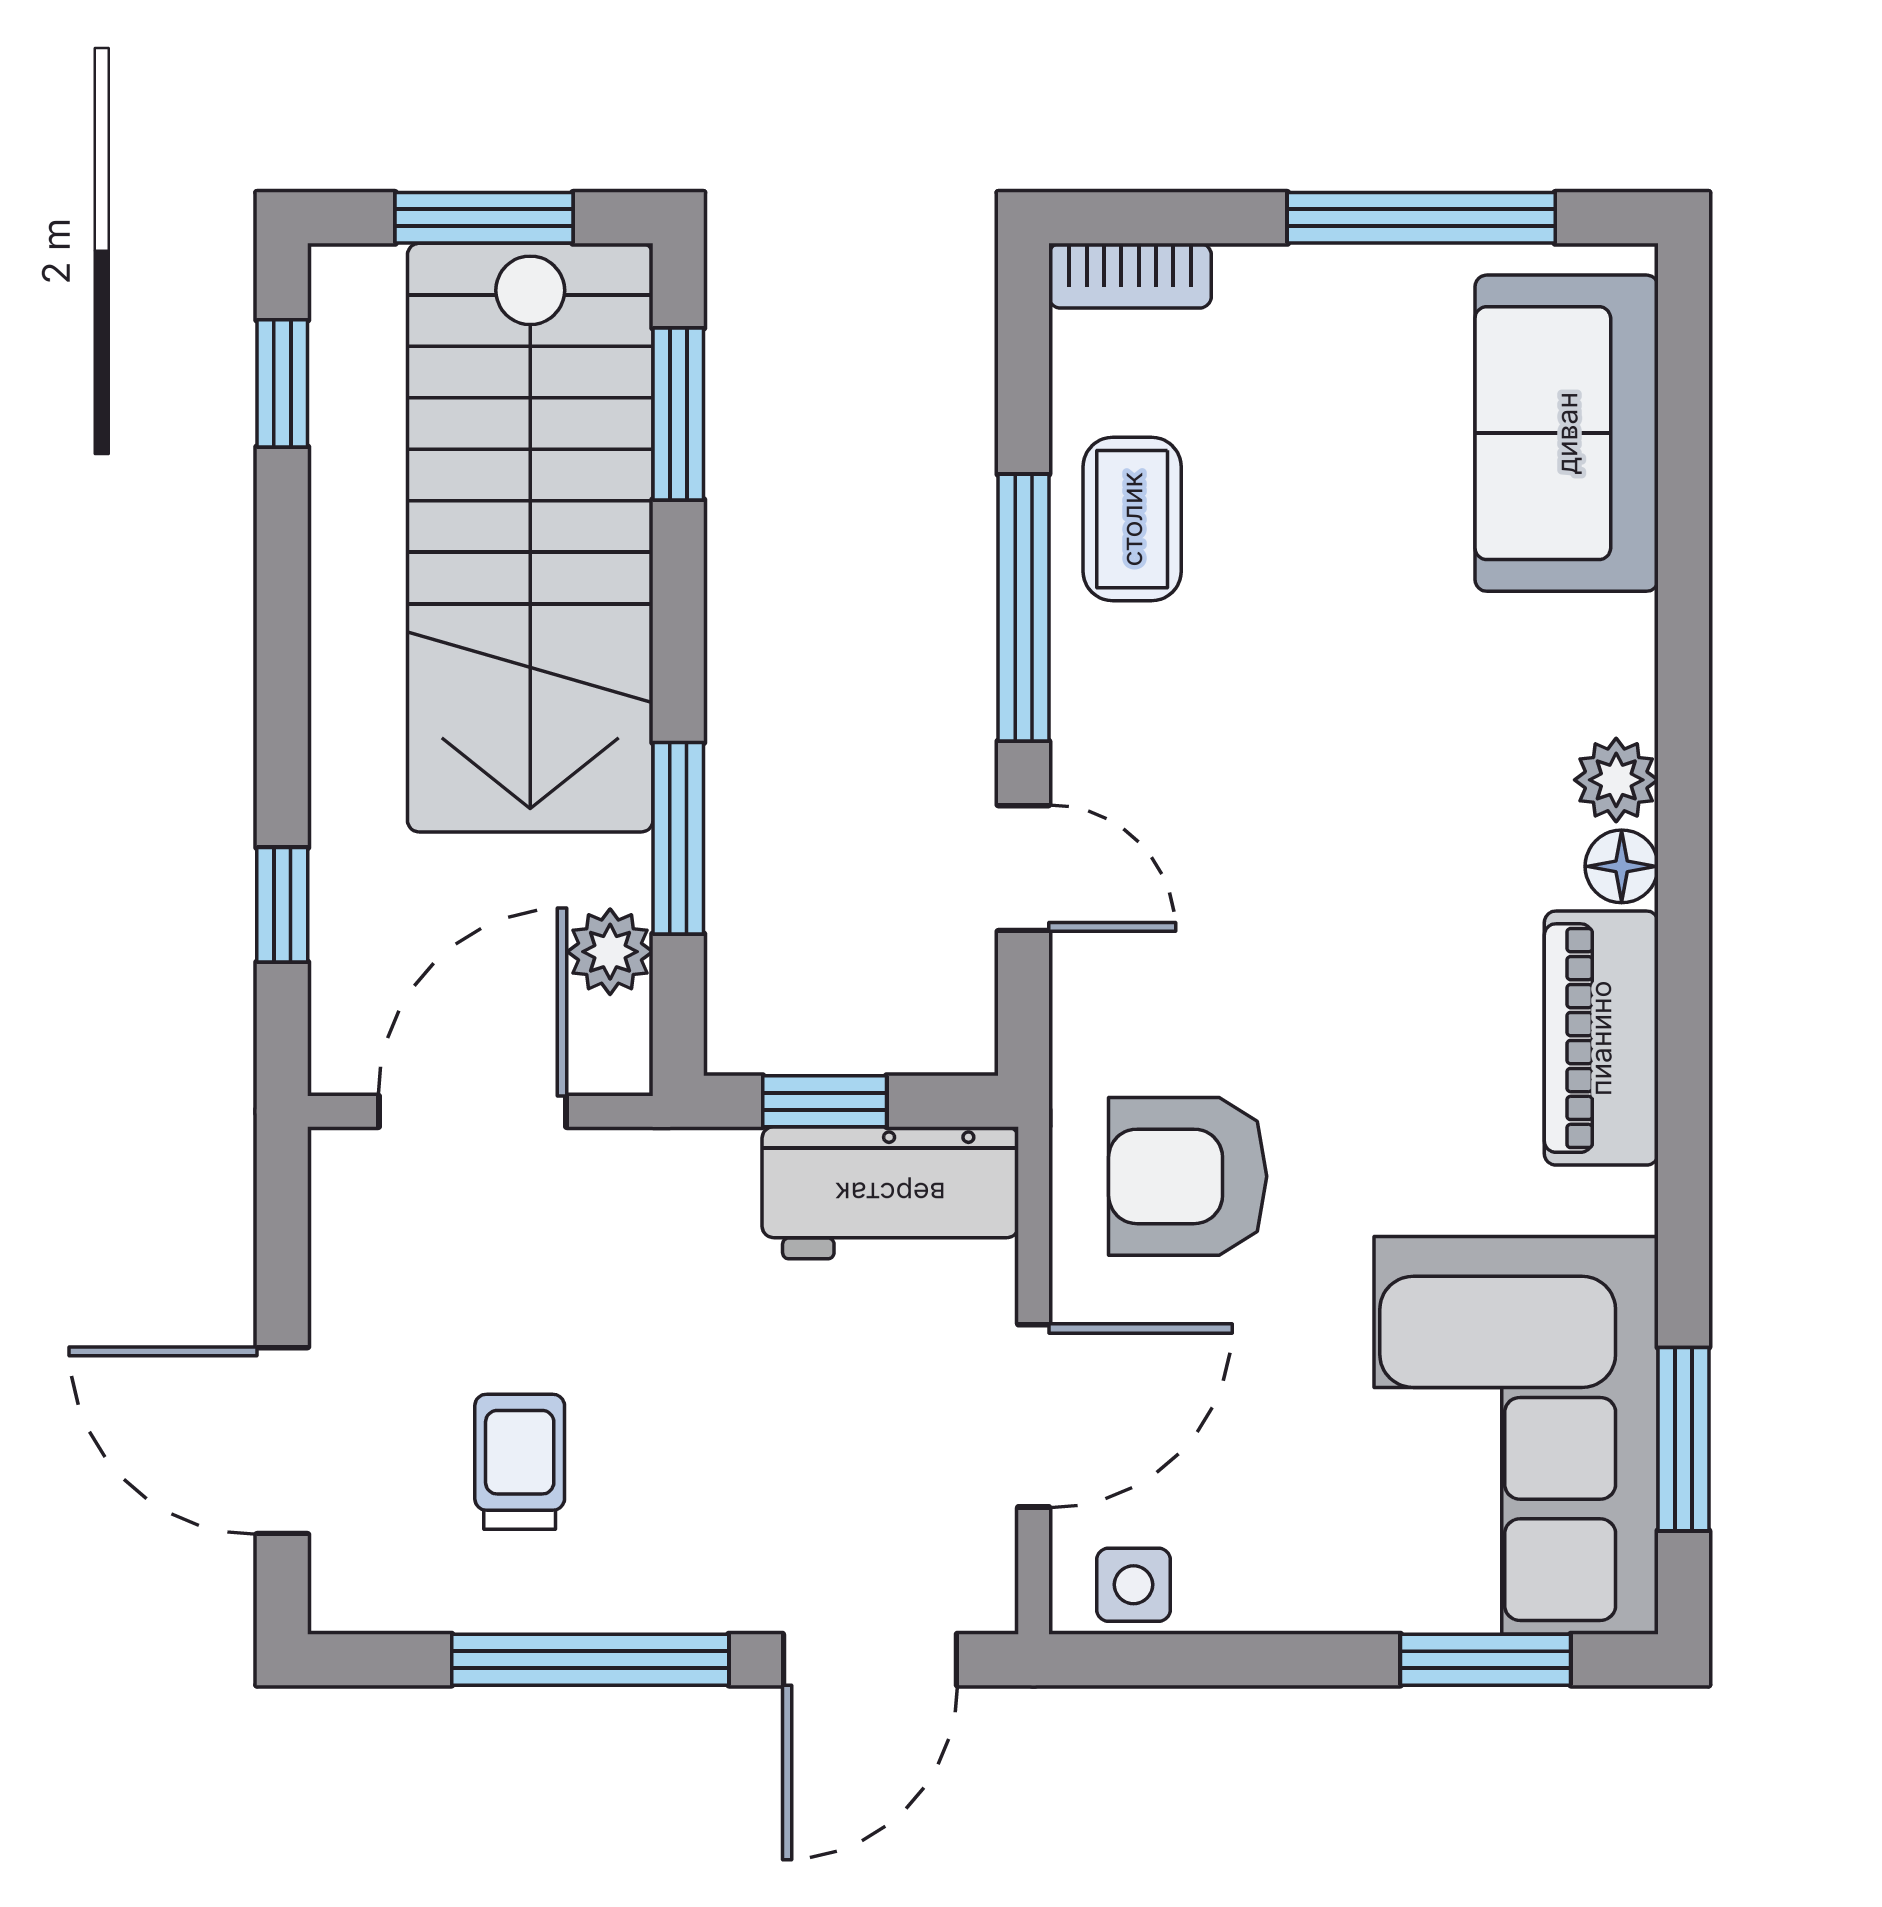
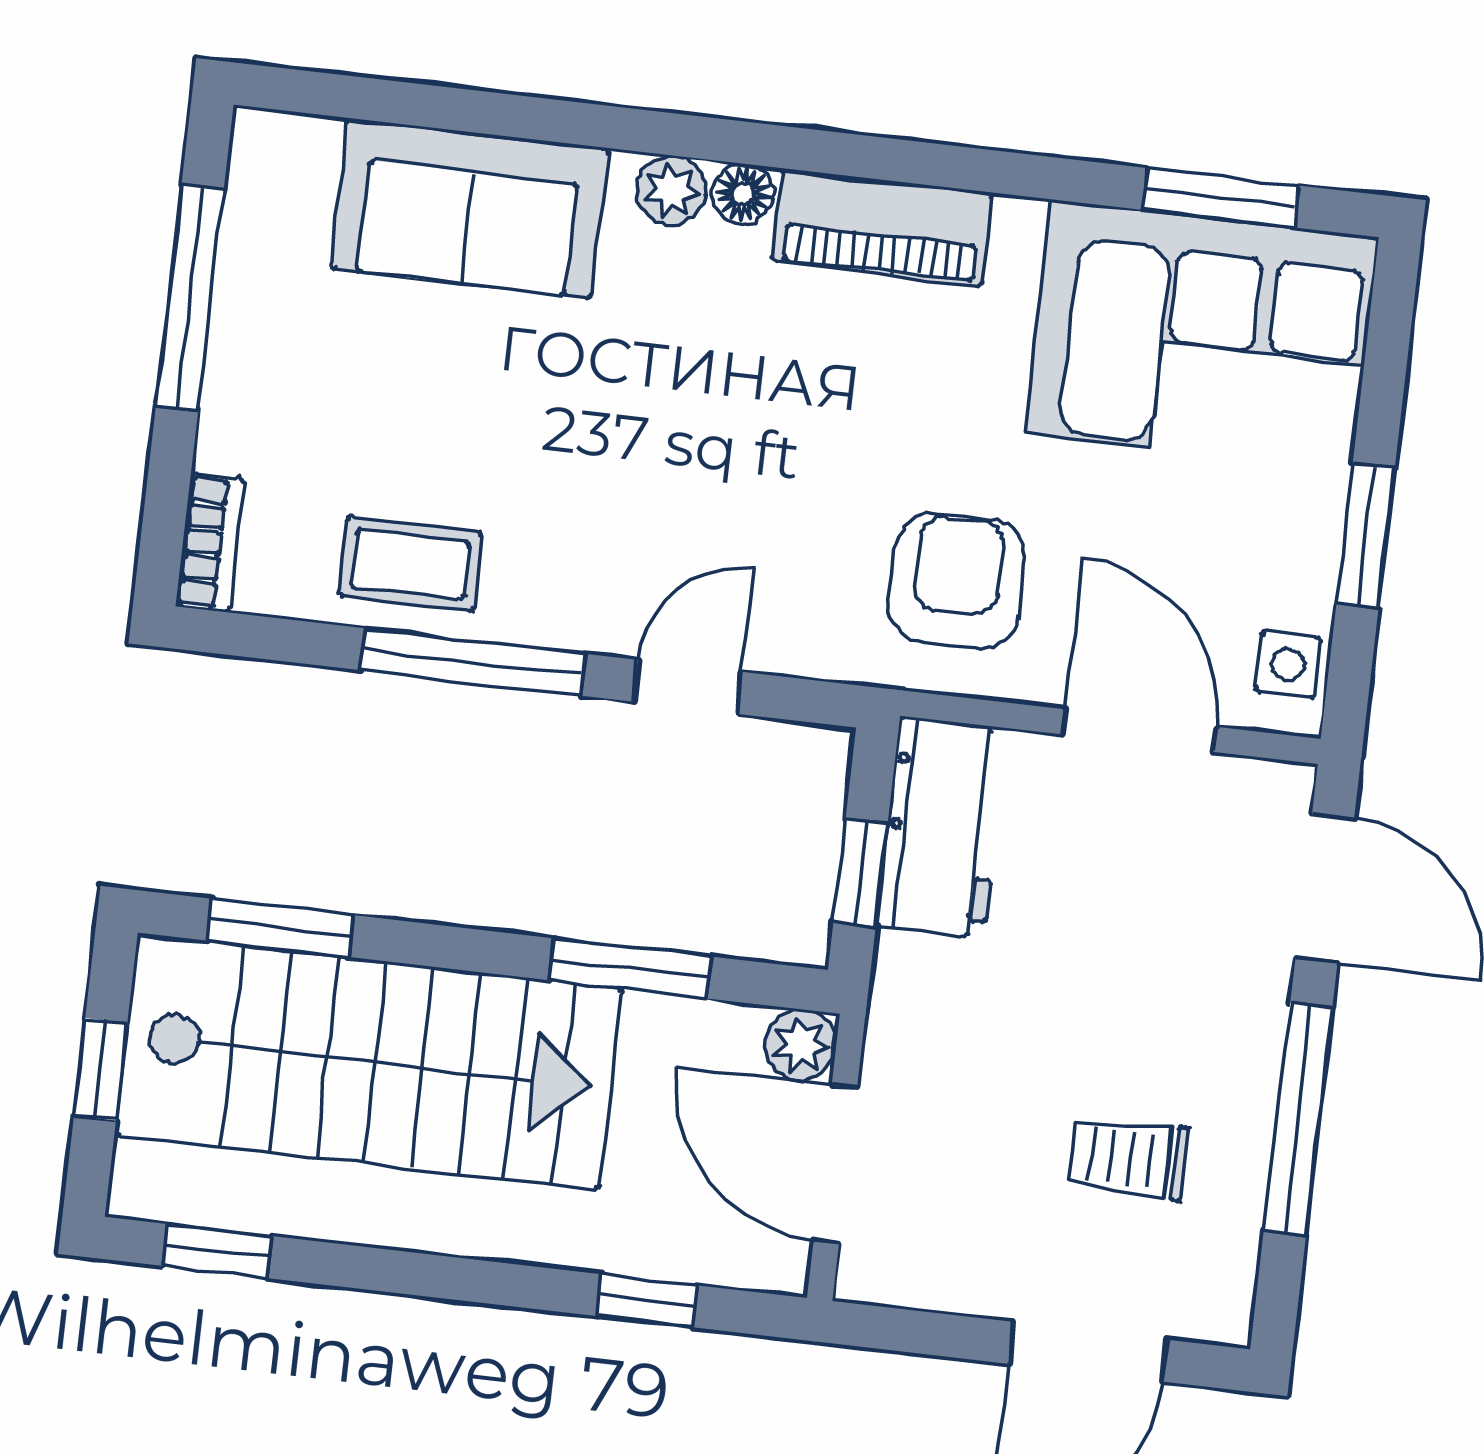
window: (484, 218) -> (101, 1069), width x0.67
sofa: (1567, 433) -> (470, 208), moved
plant: (610, 952) -> (801, 1045), moved
armchair: (1188, 1176) -> (957, 581), turned 180
window: (1486, 1660) -> (1366, 536), moved

